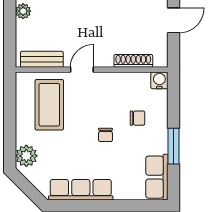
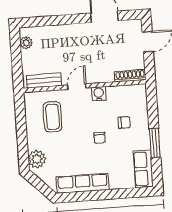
shoe rack: (133, 61) -> (130, 76), moved
water cooler: (159, 80) -> (99, 94), moved
coffee table: (49, 105) -> (53, 117), width x0.73, depth x0.76

